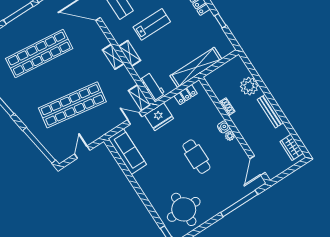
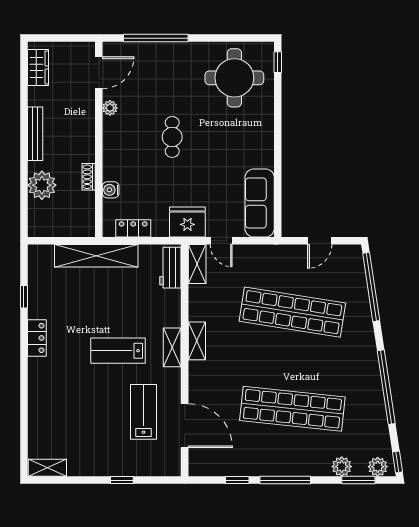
shelving: (130, 53) -> (172, 347), moved
water cooler: (224, 127) -> (111, 190), moved
plant: (230, 136) -> (110, 108), moved
cafe table: (196, 157) -> (172, 137), width x0.73, depth x0.74

